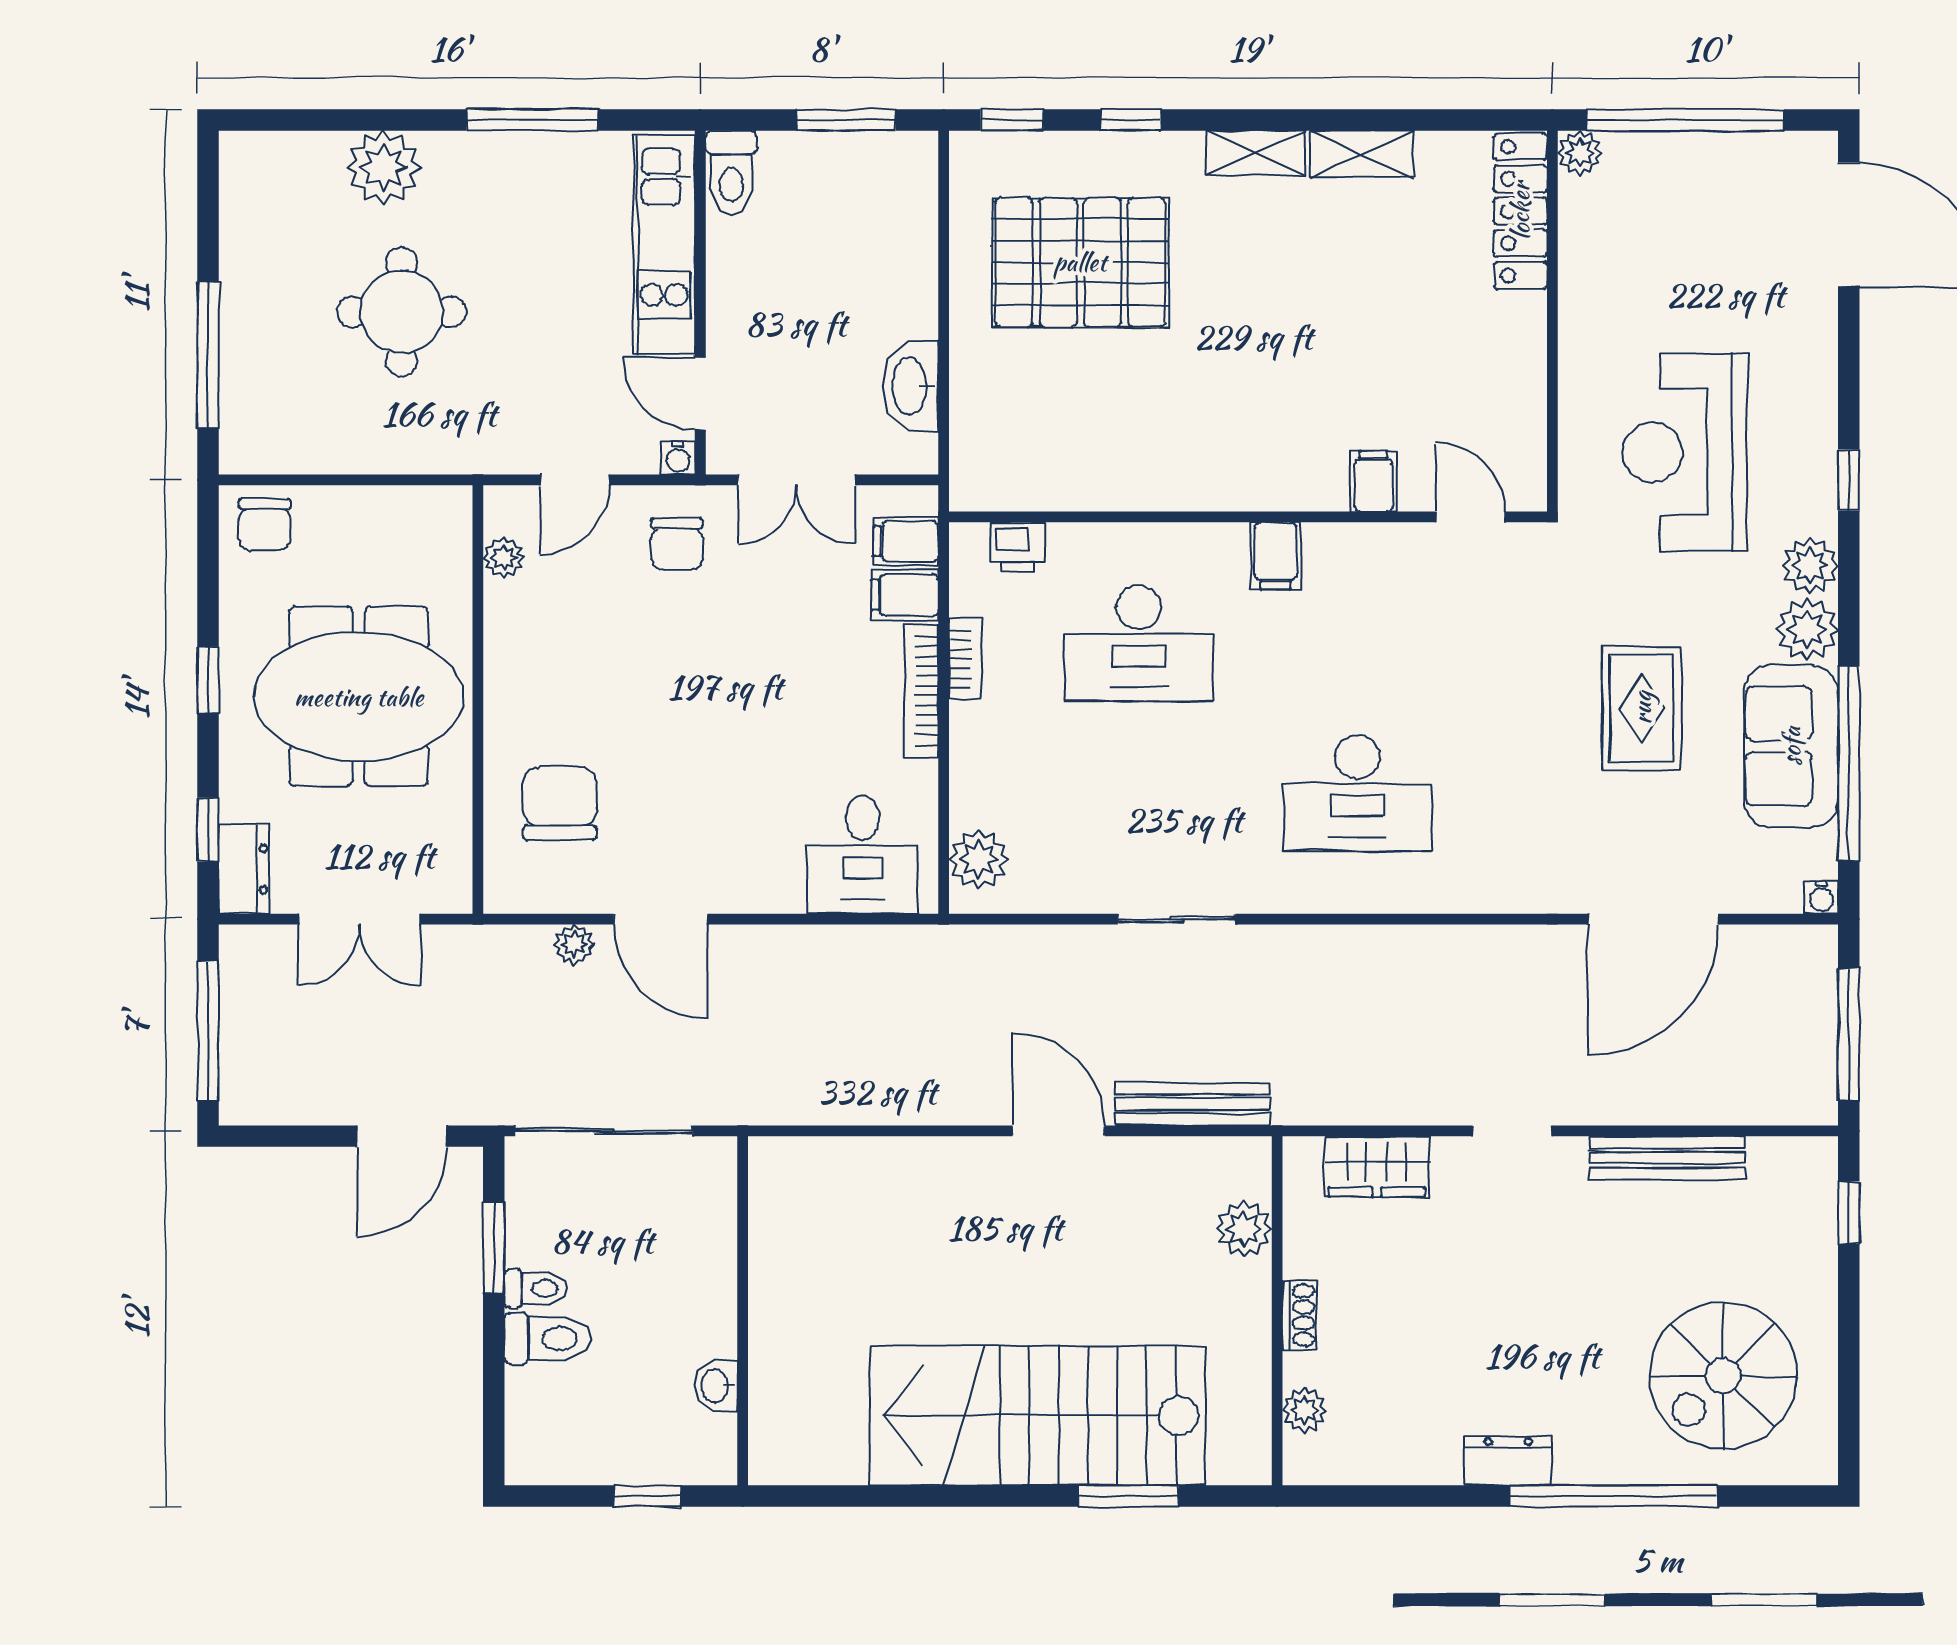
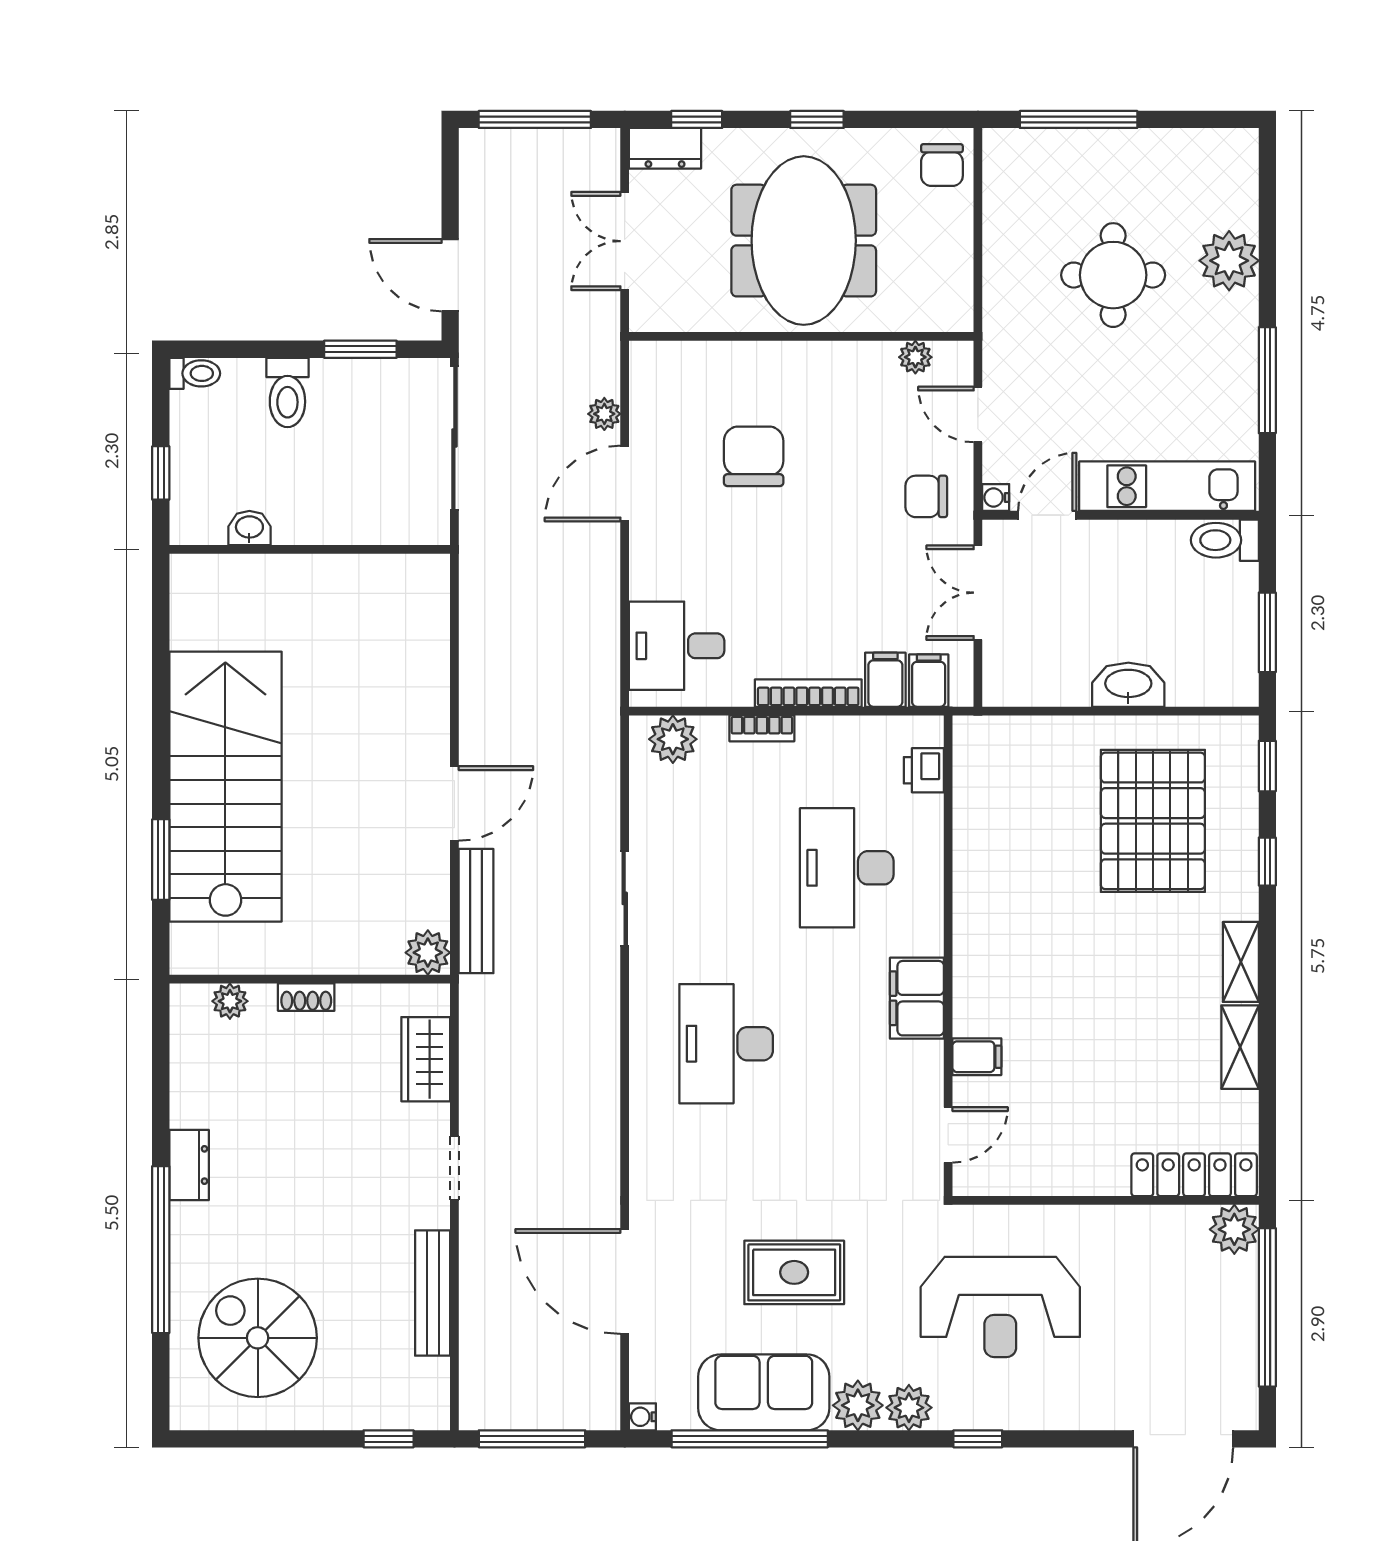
plant: (1580, 153) -> (1234, 1229), width x1.38, depth x1.38
washbasin: (911, 386) -> (1128, 685), moved
reception desk: (1685, 452) -> (1000, 1307), turned 180
chair: (265, 525) -> (942, 165), turned -90
filing cabinet: (1276, 556) -> (917, 998), width x2.00
bookcase: (965, 659) -> (762, 728), moved
chair: (560, 803) -> (754, 456), moved, turned -90
plant: (1244, 1229) -> (428, 953), moved
toilet: (536, 1289) -> (195, 373), moved, turned -90

